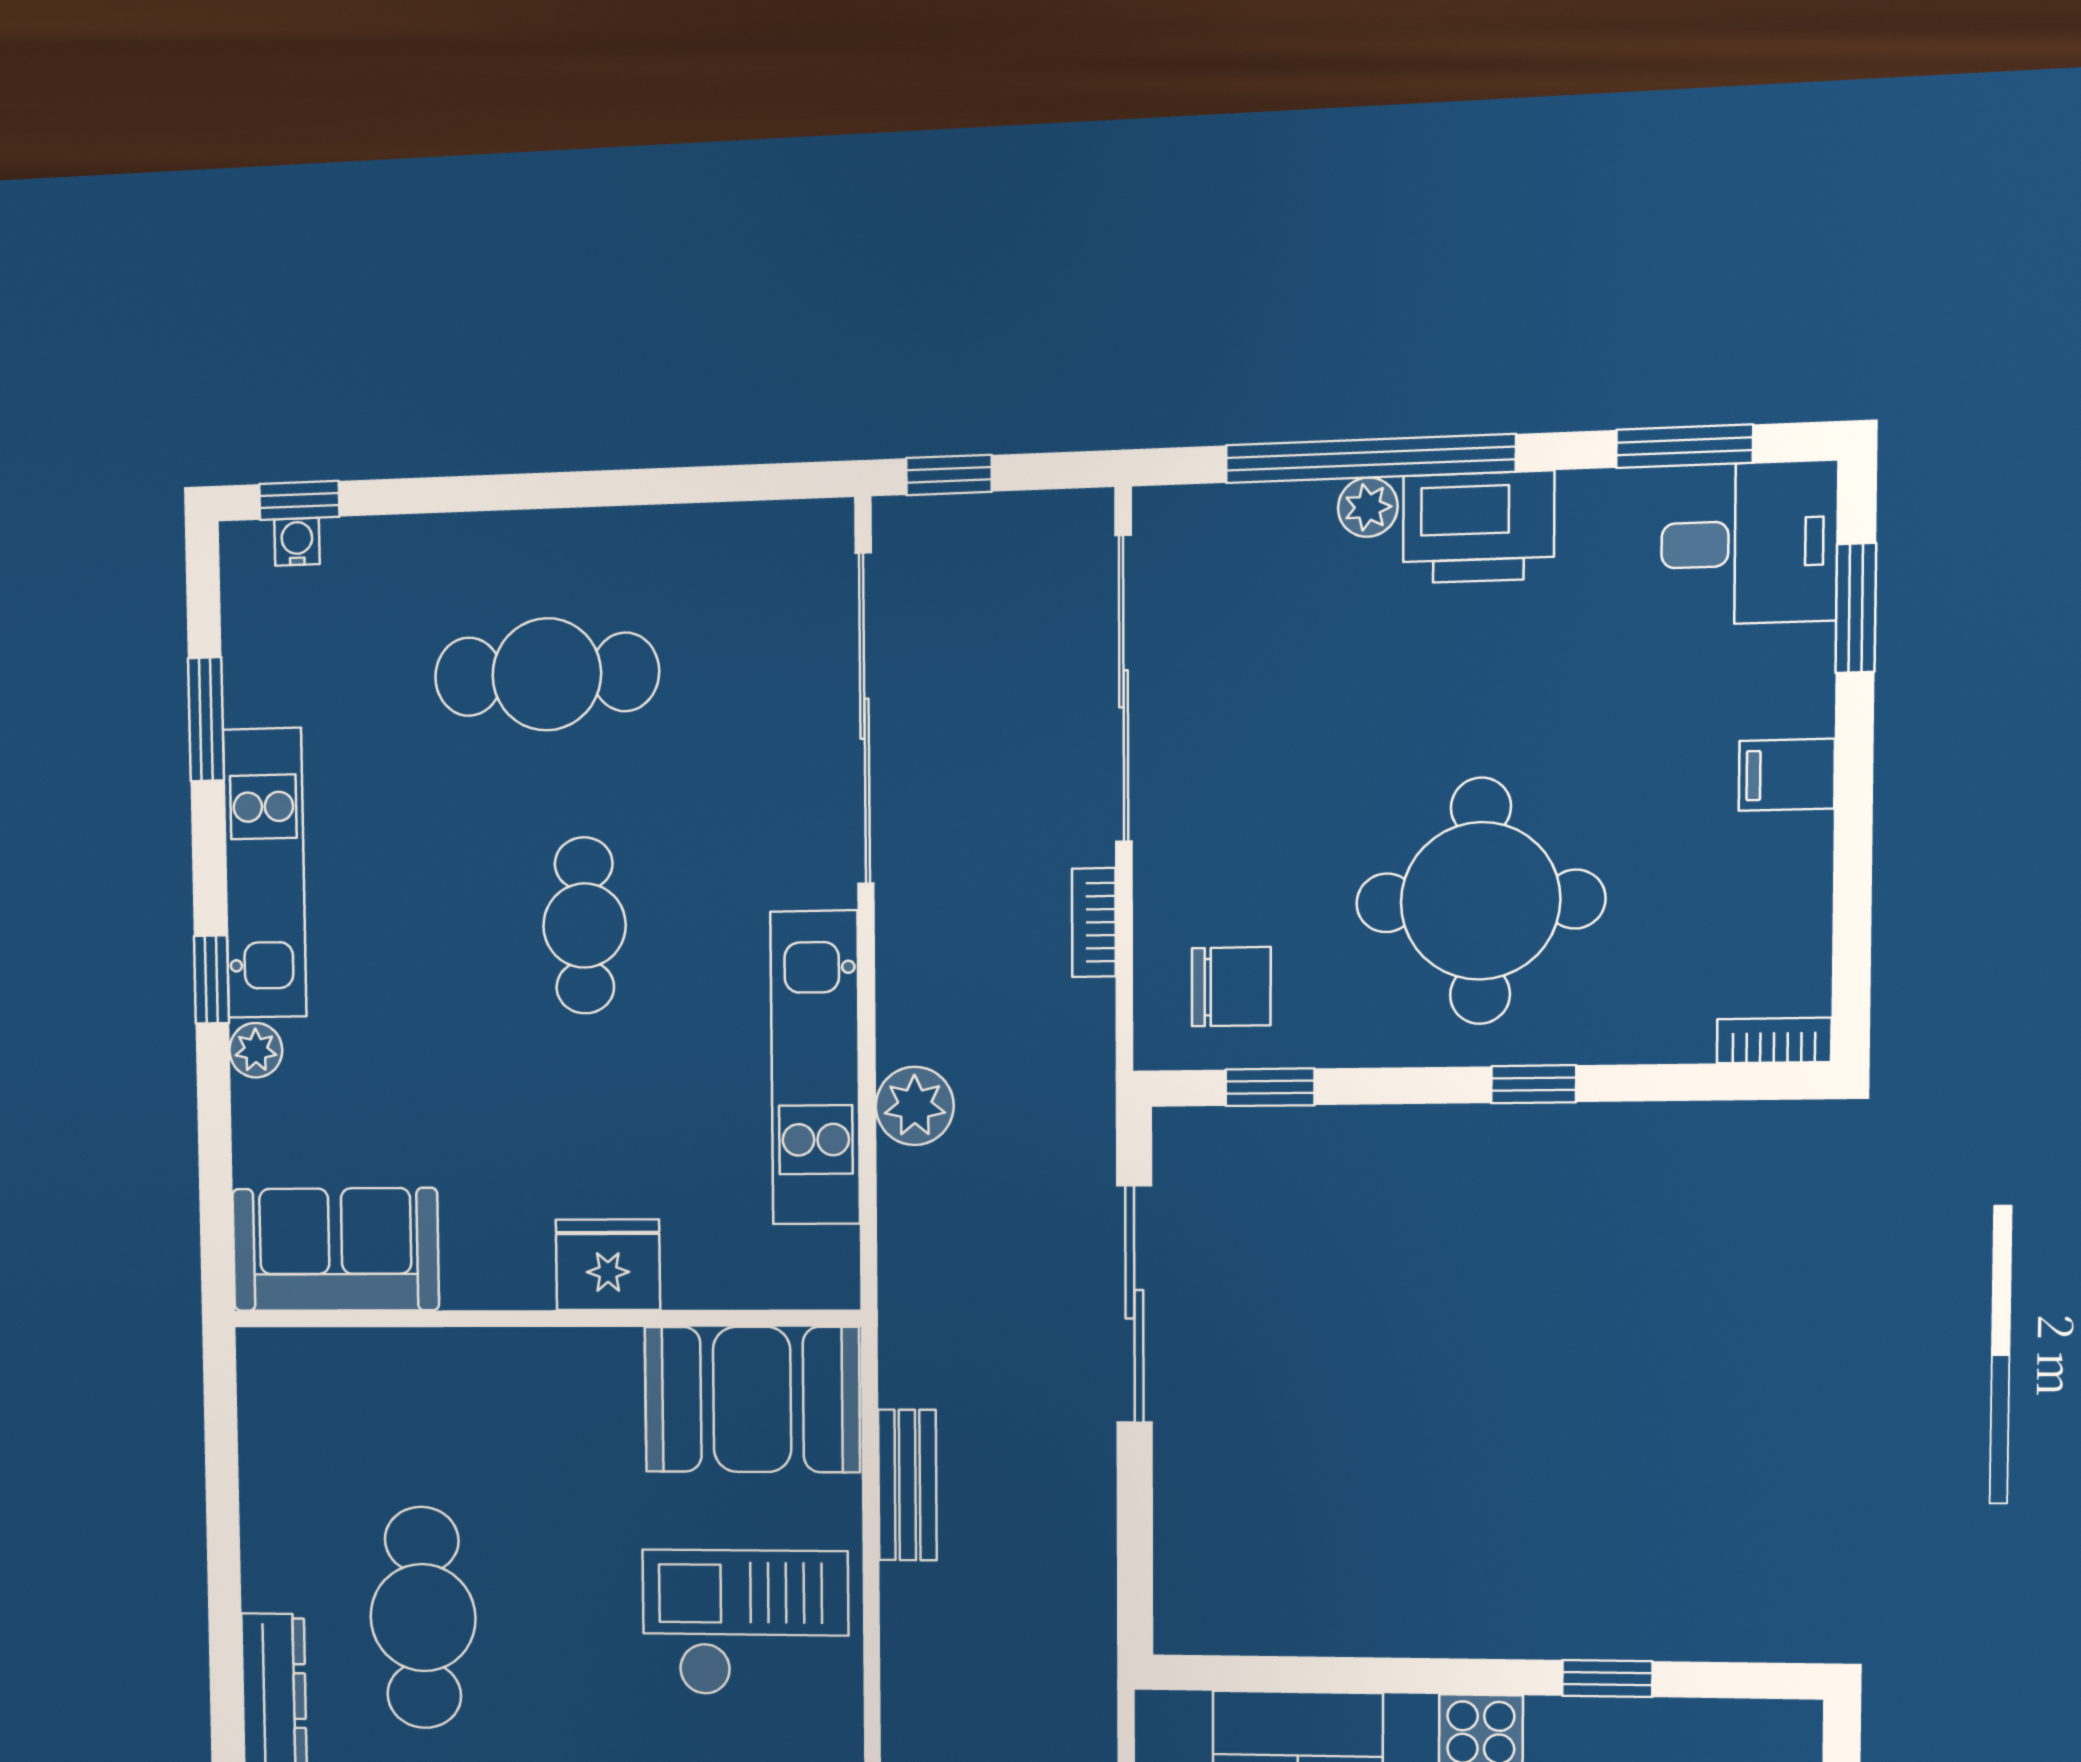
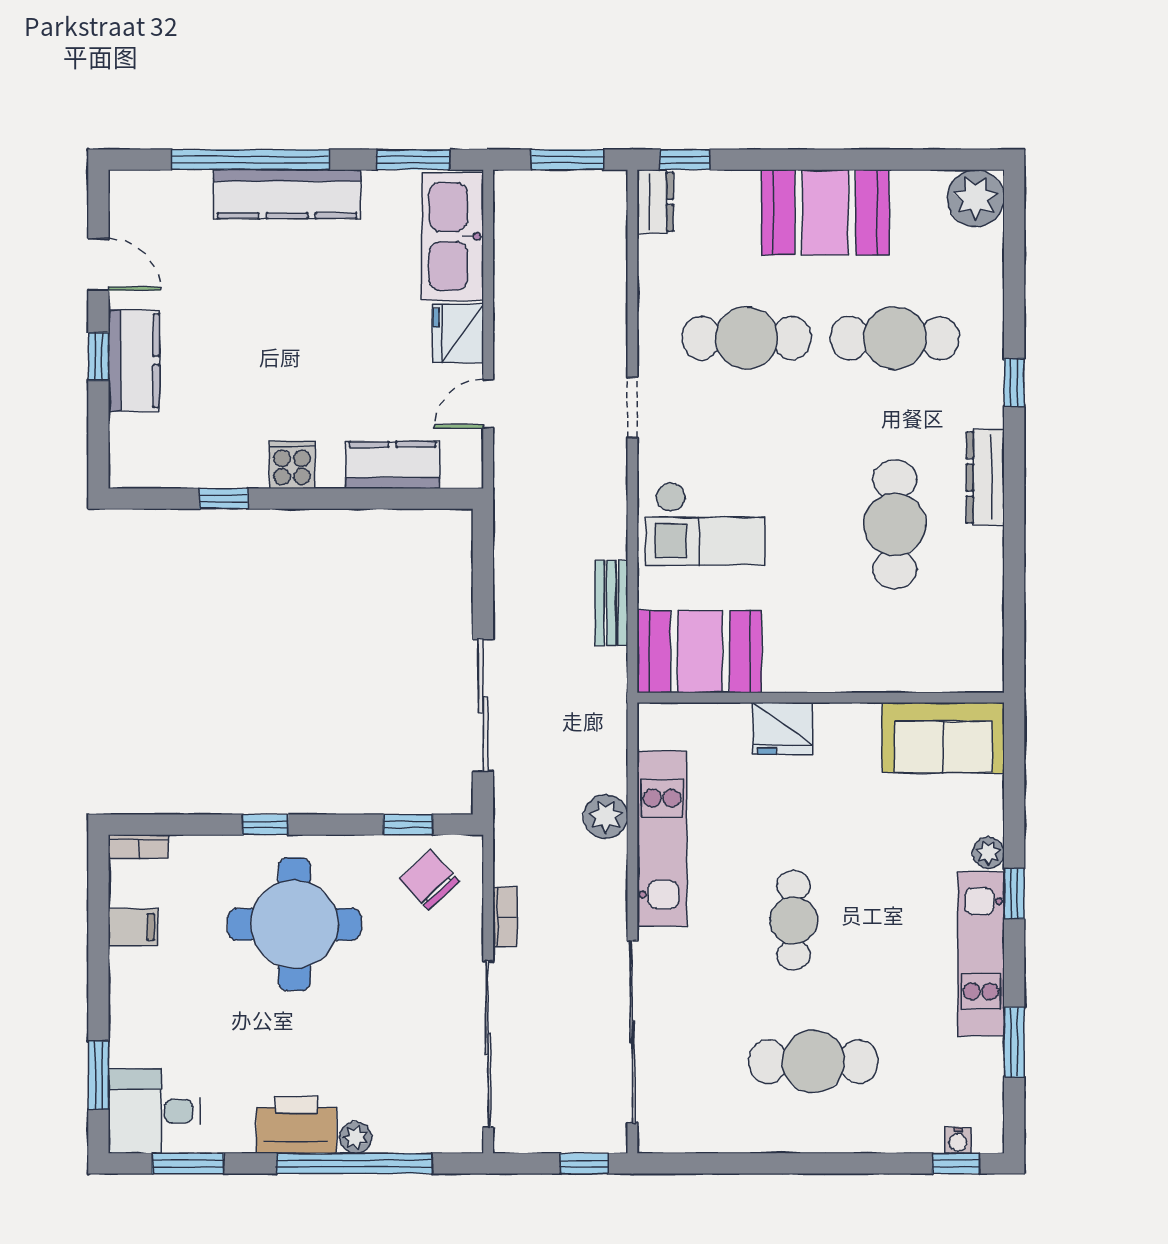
filing cabinet: (1787, 775) -> (133, 927), moved
chair: (1231, 987) -> (429, 880), turned 47

